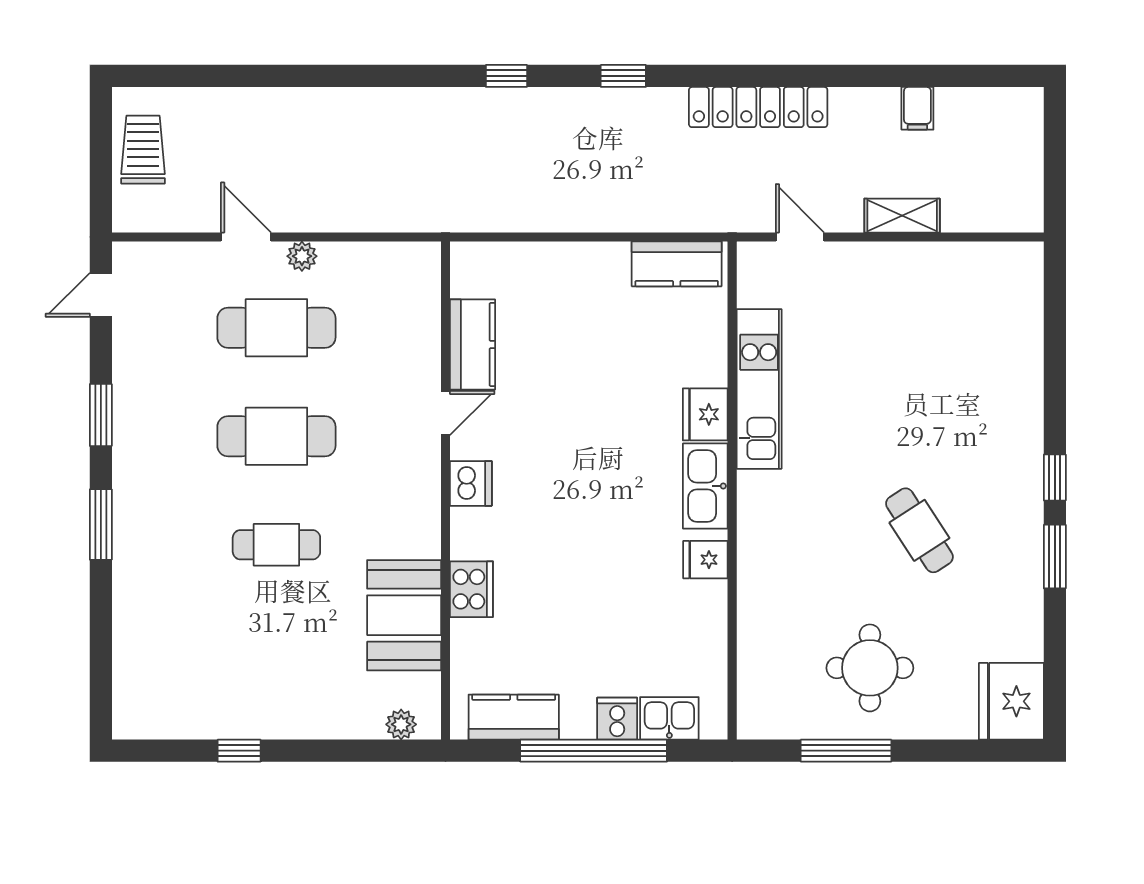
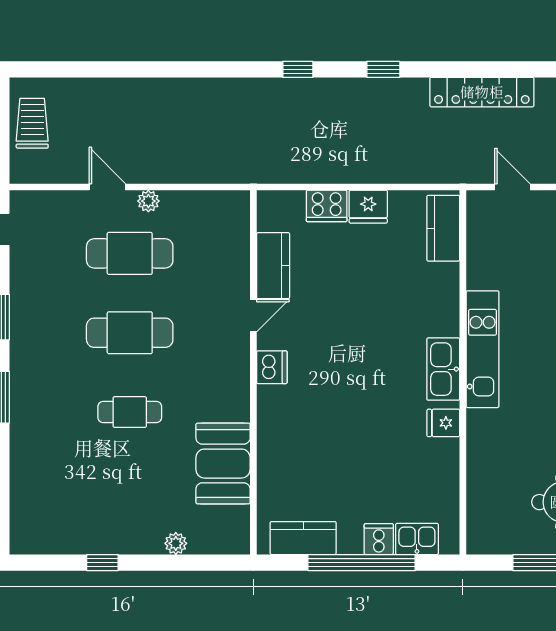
kitchen counter: (677, 264) -> (443, 228), moved, turned 90
kitchen unit: (759, 389) -> (483, 349), moved
fridge: (705, 414) -> (368, 207), moved, turned -90
cooker: (471, 589) -> (327, 206), moved, turned 90
plant: (401, 724) -> (176, 543), moved

